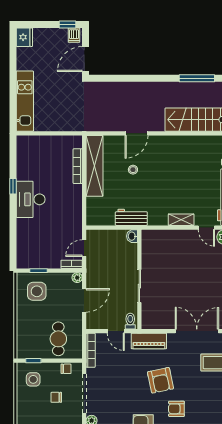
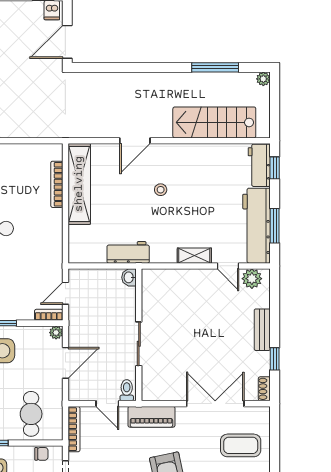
stool: (133, 170) -> (161, 190), moved

